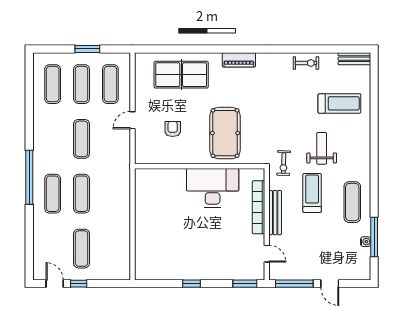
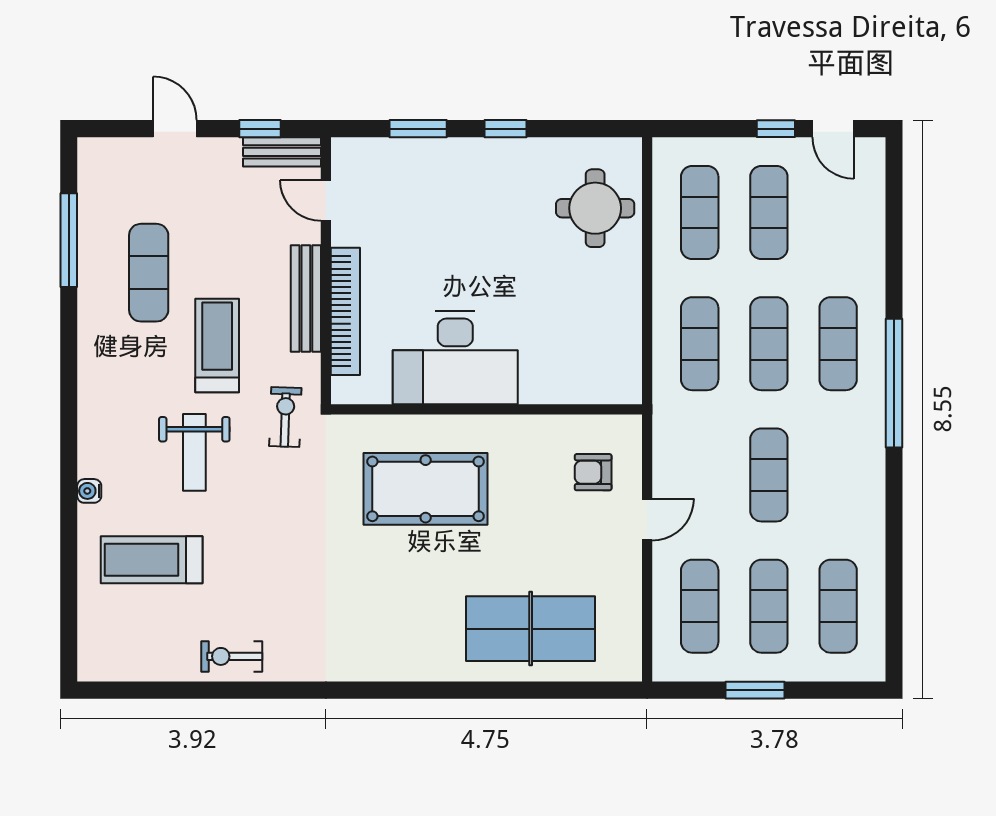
bench: (354, 59) -> (282, 152), moved
piano: (239, 60) -> (392, 664), removed
armchair: (173, 129) -> (593, 472), moved, turned 90
pool table: (225, 133) -> (426, 489), turned 90
treadmill: (312, 193) -> (217, 346), turned 180
exercise mat: (110, 194) -> (700, 344), added
exercise mat: (352, 202) -> (149, 273), moved
water cooler: (366, 242) -> (89, 491), moved
exercise mat: (110, 249) -> (700, 212), added
round table: (154, 250) -> (595, 208), added
window: (245, 284) -> (418, 129), moved
window: (294, 284) -> (260, 129), width x0.46

